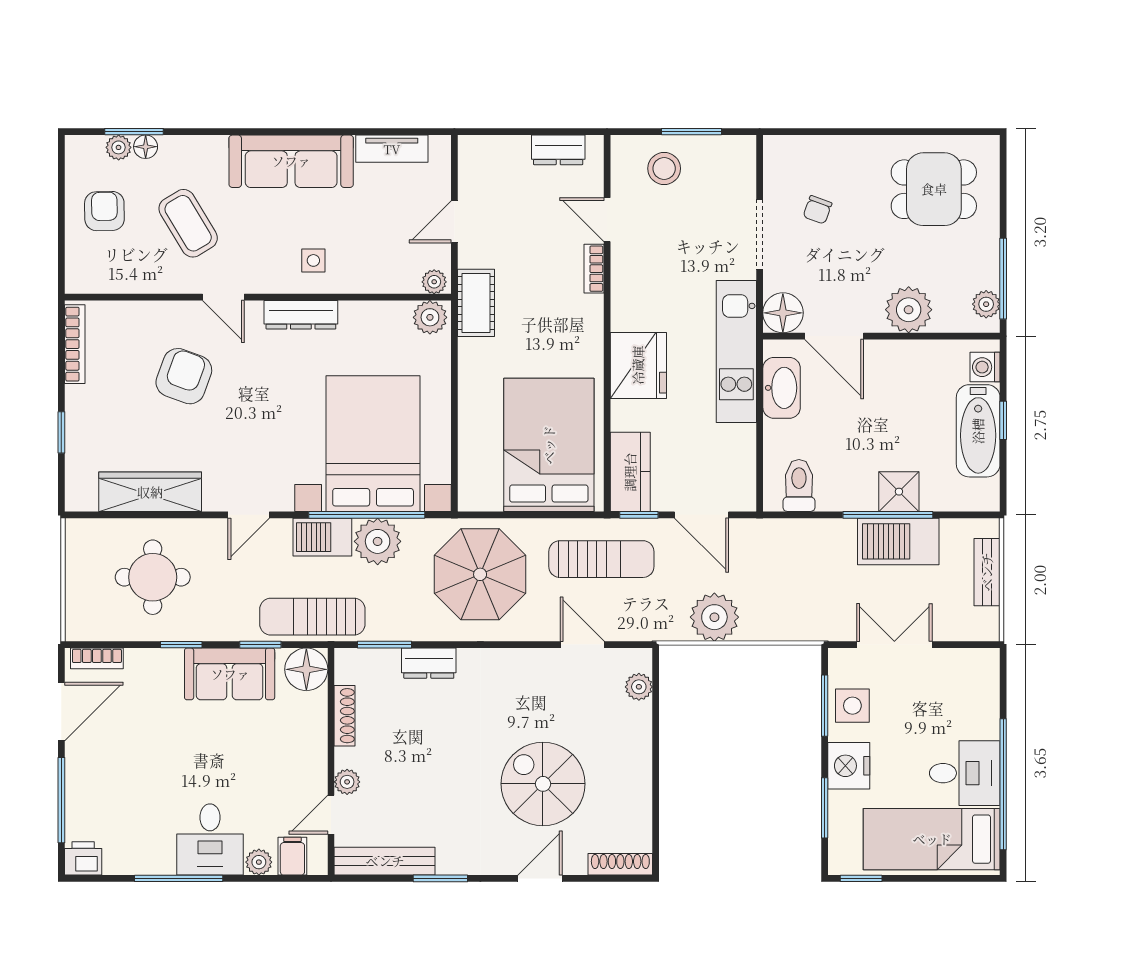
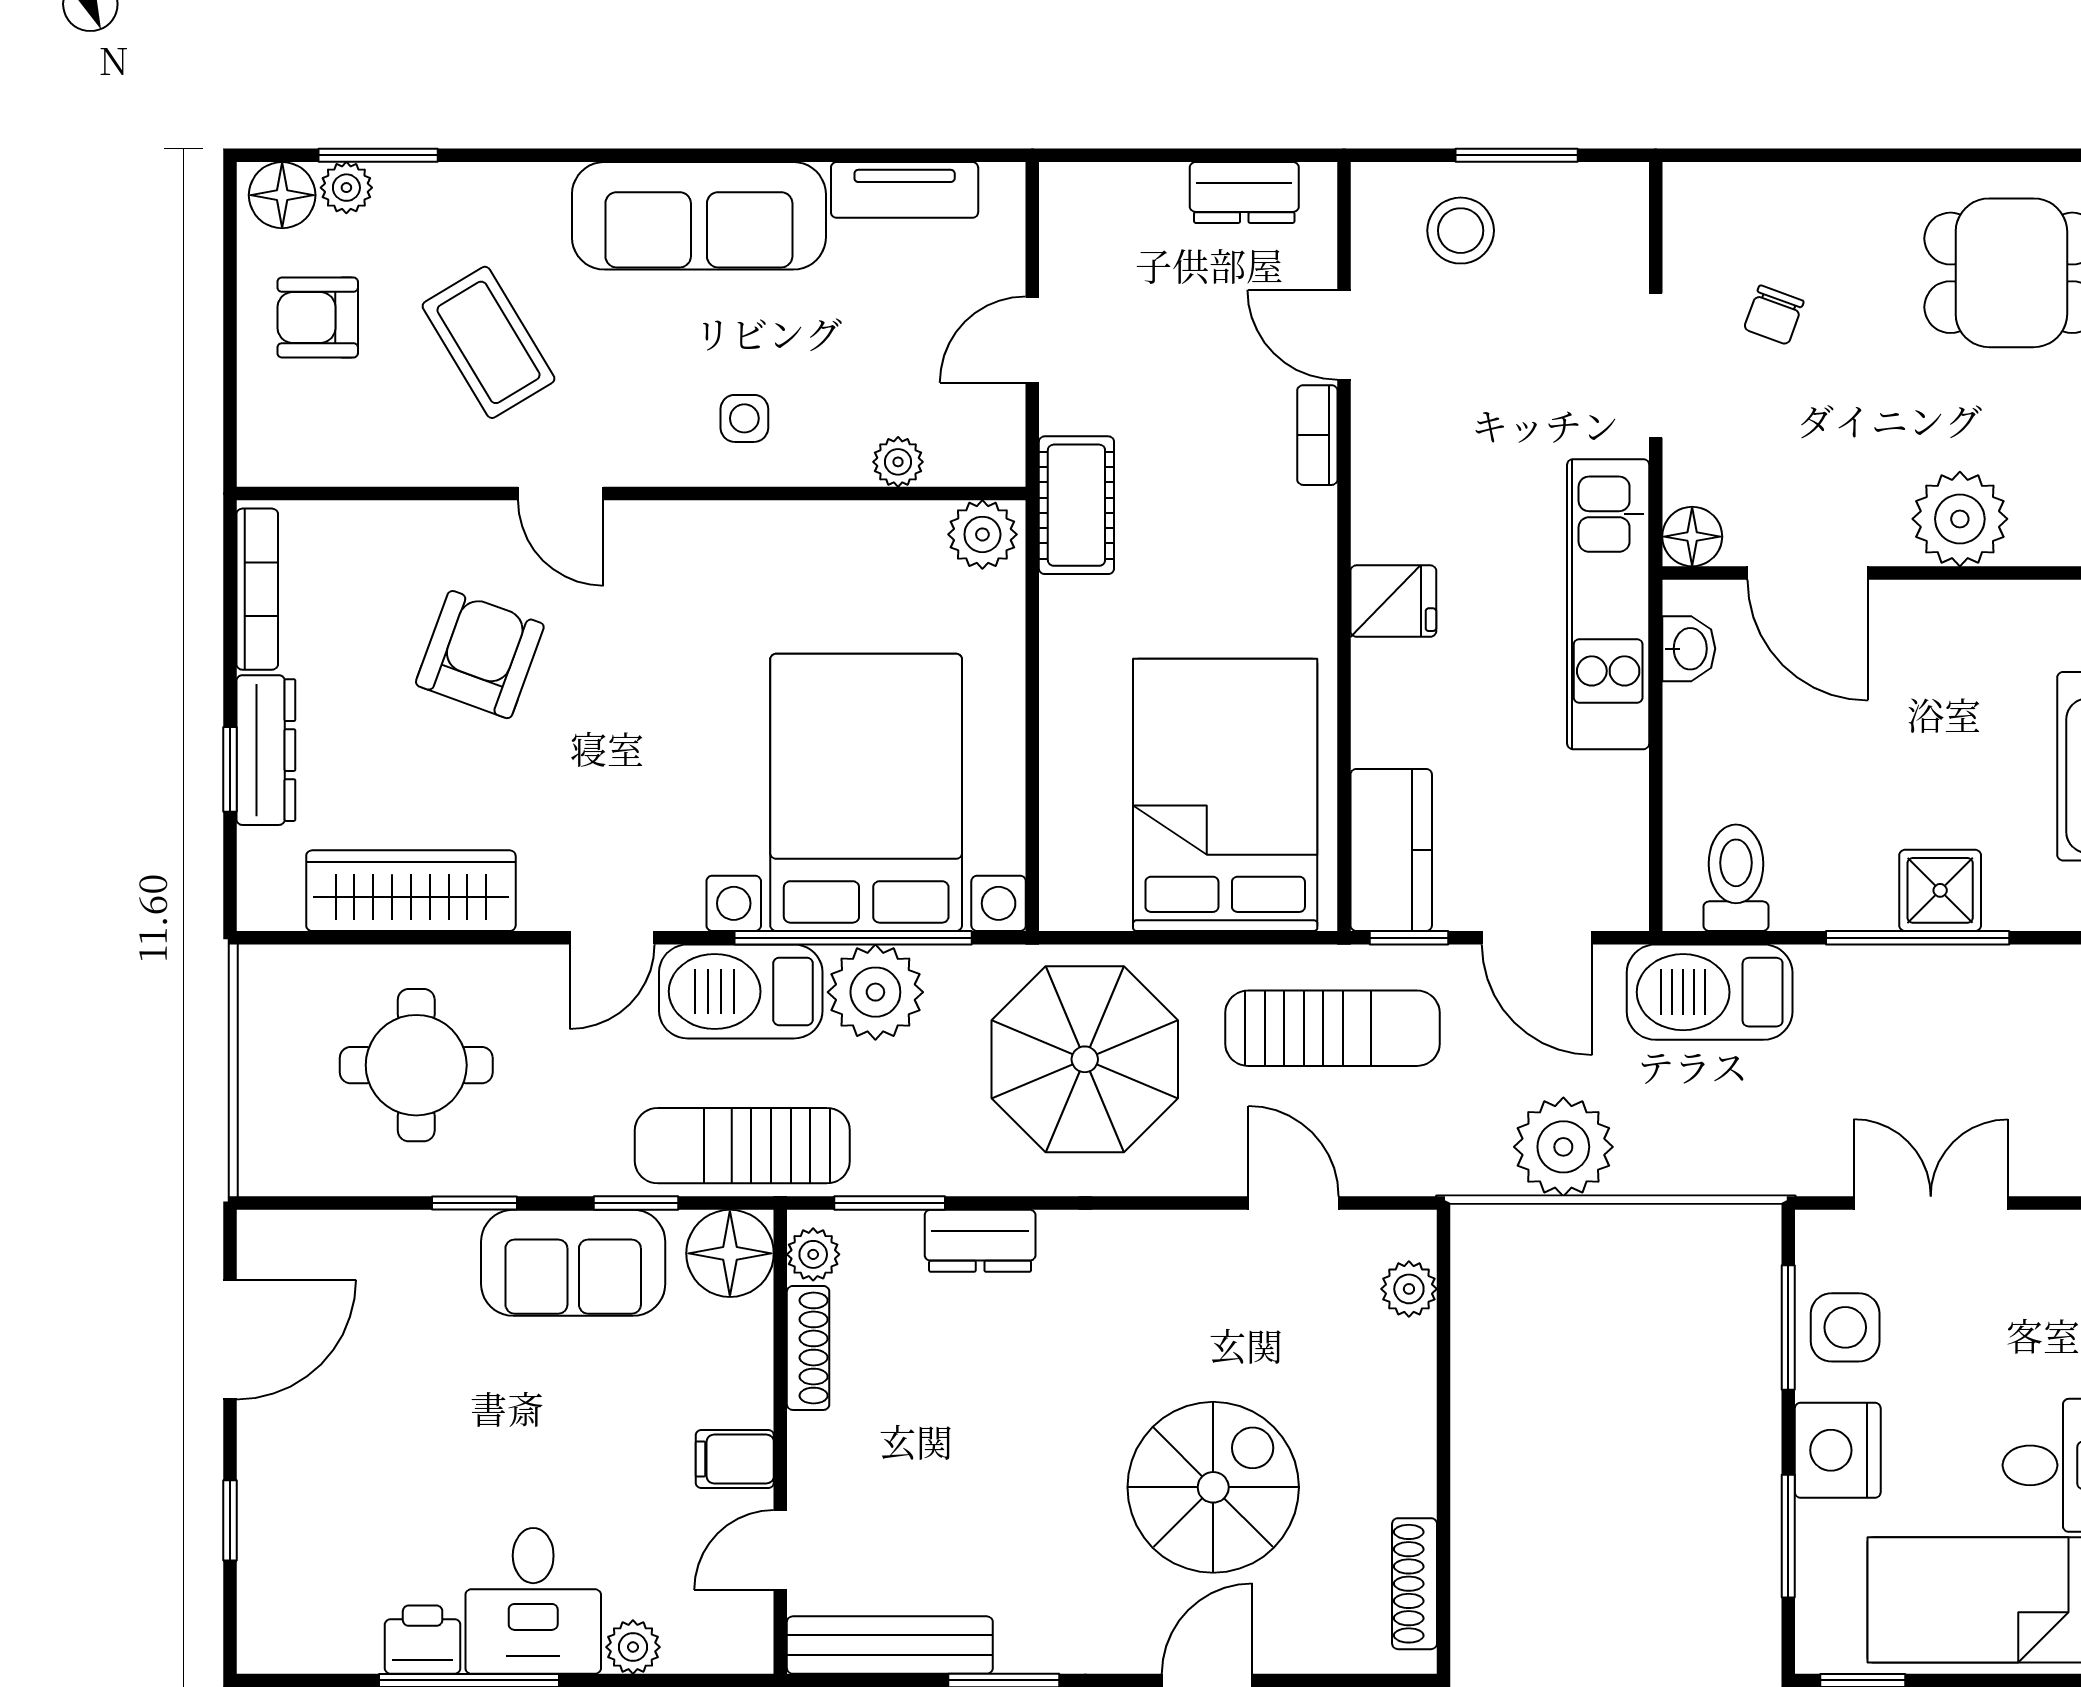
floor lamp: (146, 147) -> (282, 195), moved, width x1.37, depth x1.37
armchair: (104, 211) -> (318, 318), turned -89
plant: (434, 282) -> (898, 462), moved
floor lamp: (783, 313) -> (1692, 537), width x0.73, depth x0.73
dresser: (301, 315) -> (266, 750), moved, turned -90
fridge: (638, 365) -> (1393, 601), width x0.53, depth x0.75
washbasin: (782, 388) -> (1689, 649), width x0.52, depth x0.69
barbecue: (322, 537) -> (741, 991), width x1.37, depth x1.21
barbecue: (898, 541) -> (1710, 992), moved
bookcase: (97, 658) -> (302, 1231), removed
plant: (347, 782) -> (813, 1254), moved
spiral stairs: (543, 784) -> (1213, 1487), turned 90
window: (61, 800) -> (230, 1520), width x0.46
filing cabinet: (292, 856) -> (735, 1459), moved, turned -90
printer: (83, 858) -> (423, 1640), moved
shoe rack: (620, 864) -> (1415, 1584), moved, turned -90

